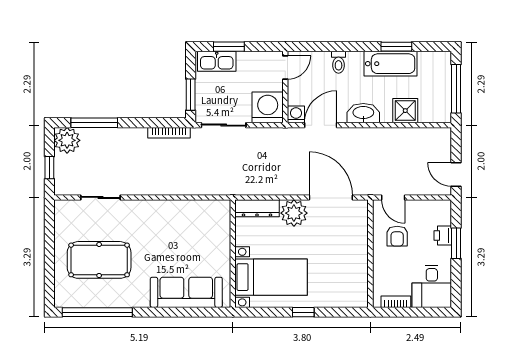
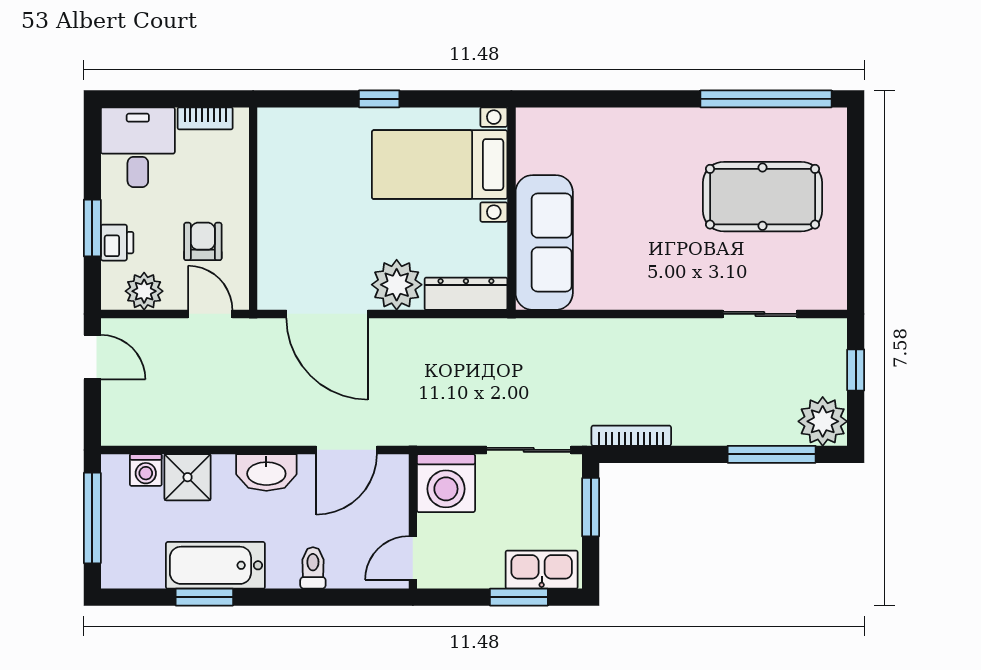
washing machine: (296, 114) -> (146, 470), moved
plant: (428, 210) -> (144, 291), added
sofa: (186, 292) -> (544, 242), moved, turned -90

